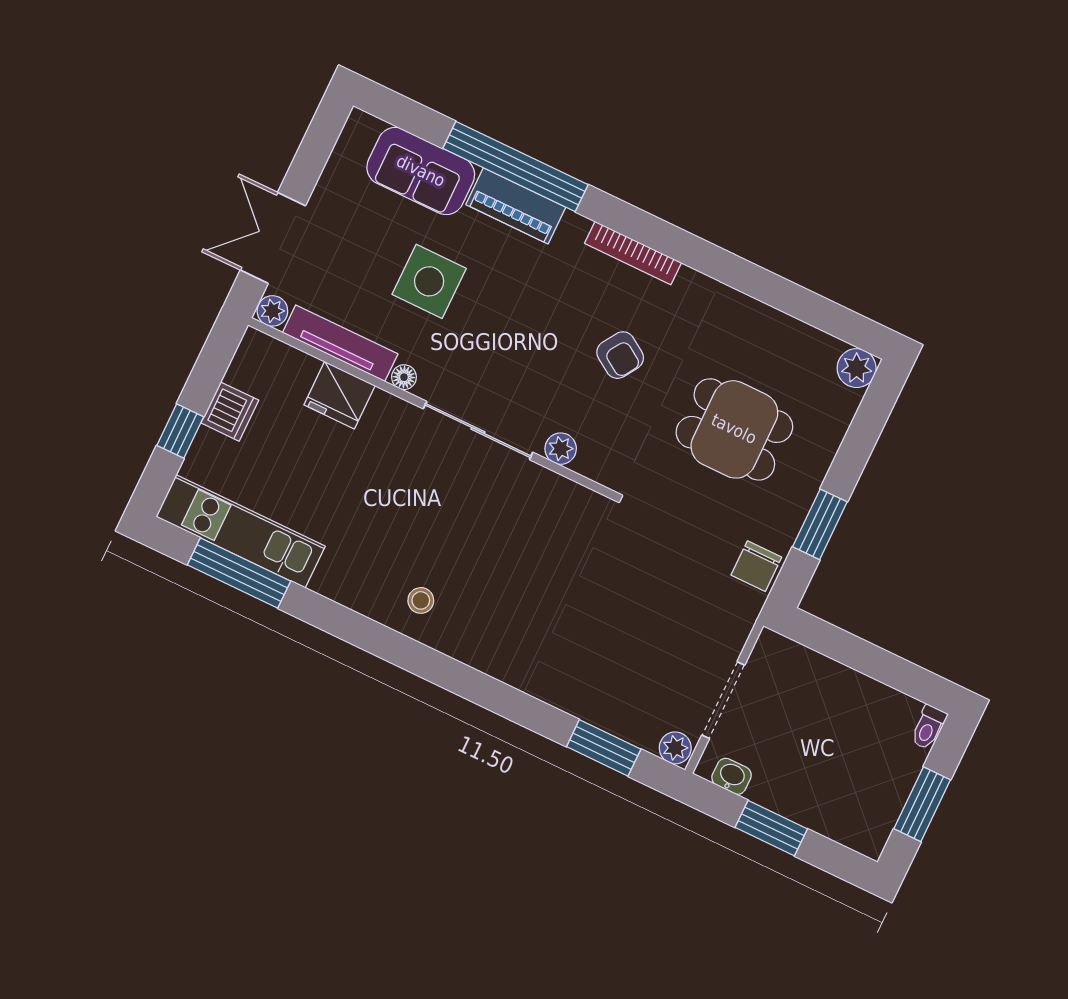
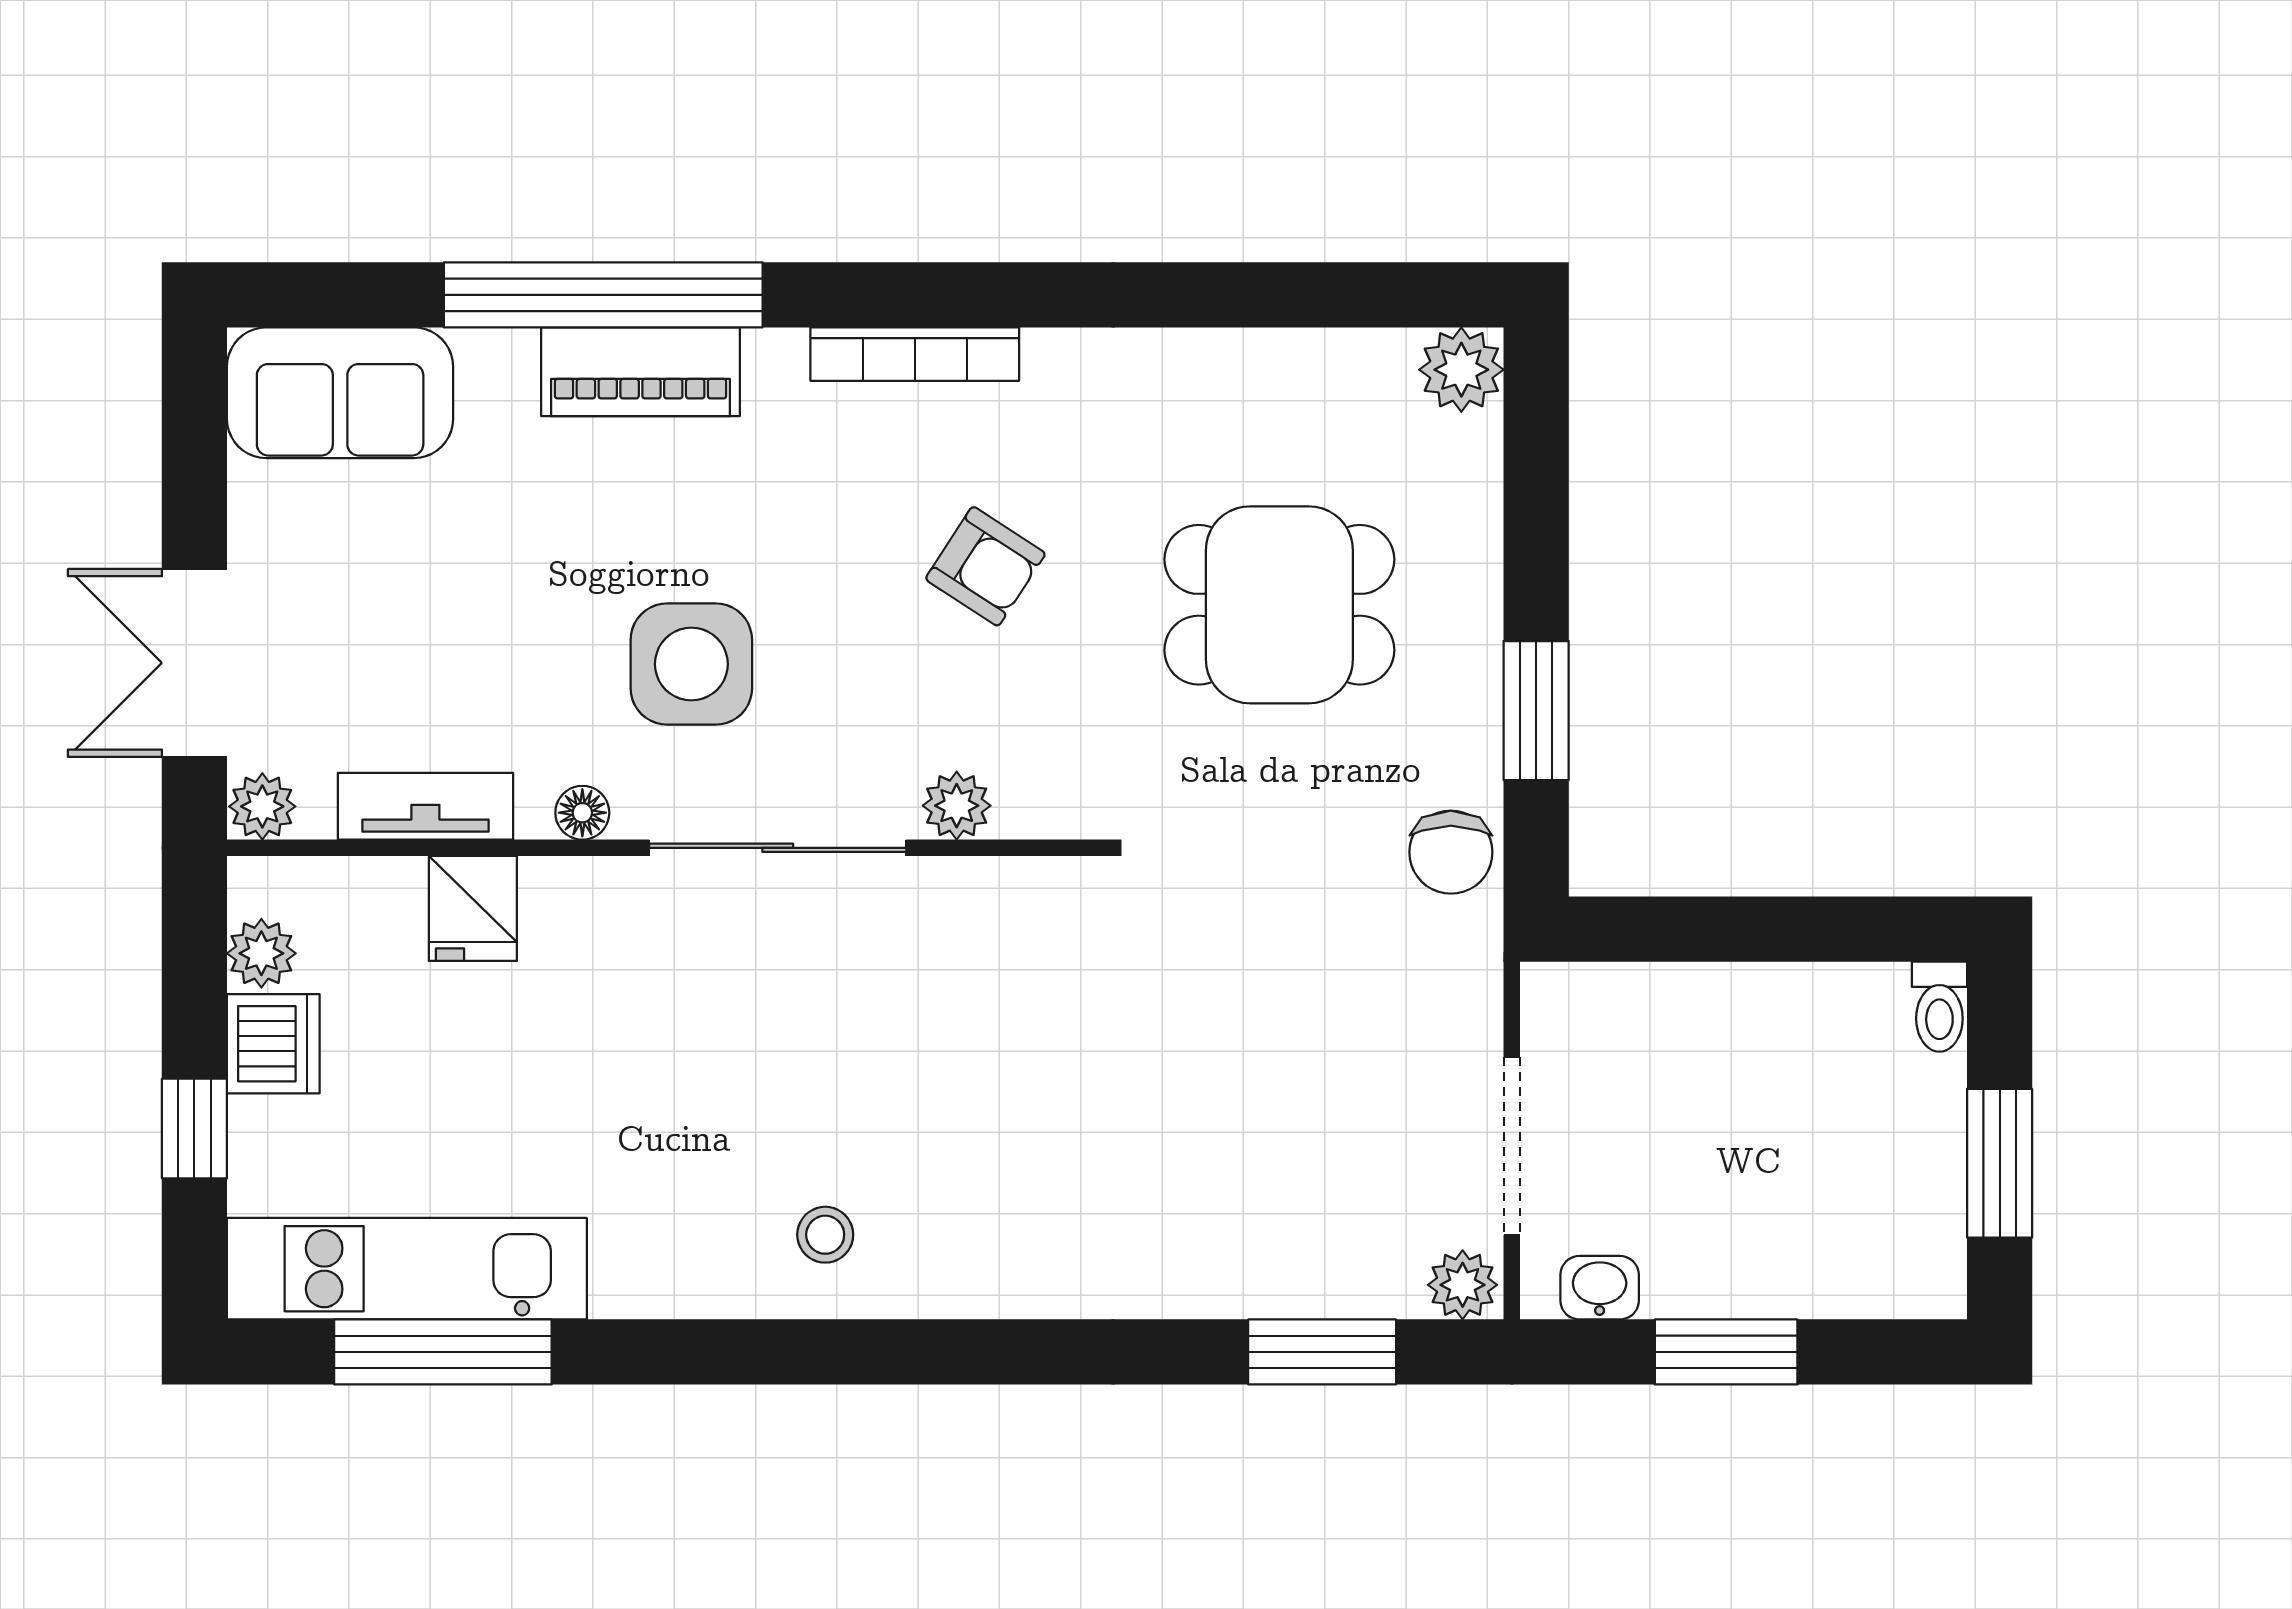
sofa: (421, 171) -> (340, 393), moved
side table: (429, 281) -> (691, 664), moved
tv unit: (340, 343) -> (425, 806), width x0.71
plant: (243, 372) -> (261, 953), added
fridge: (340, 395) -> (473, 908), width x0.72

